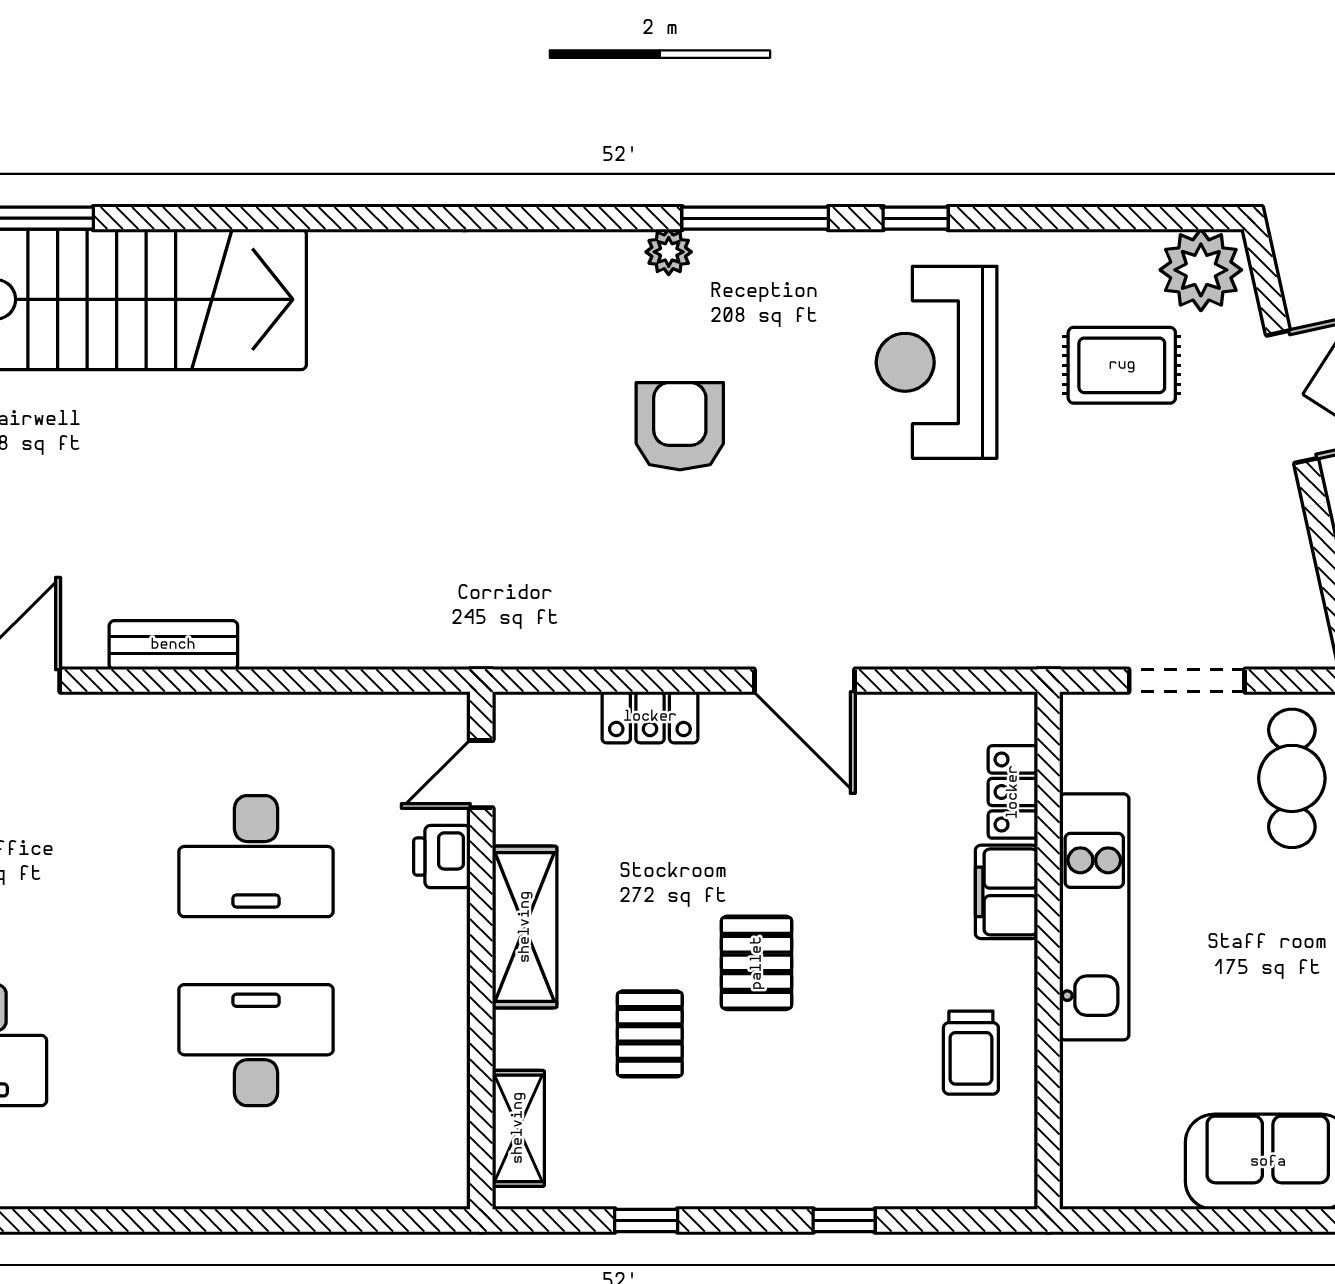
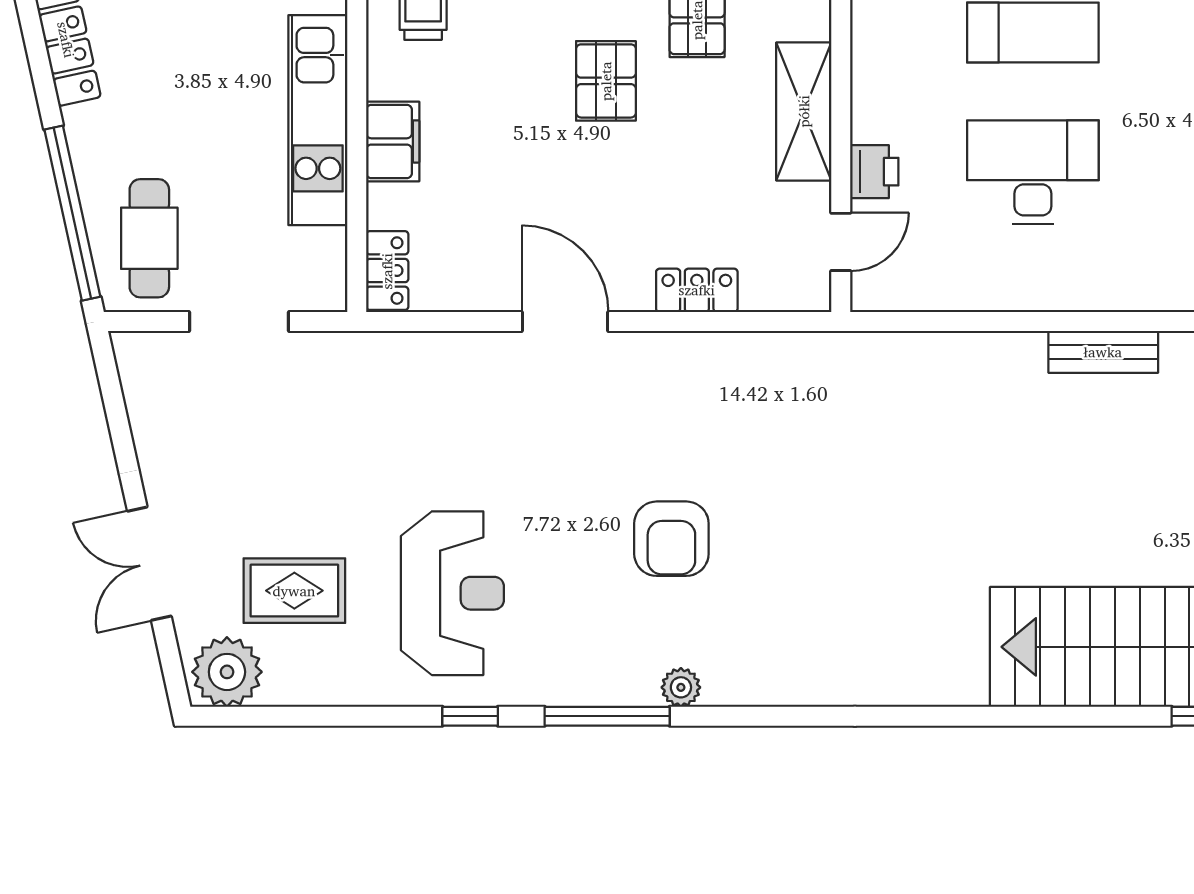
locker: (1013, 792) -> (387, 271), moved

